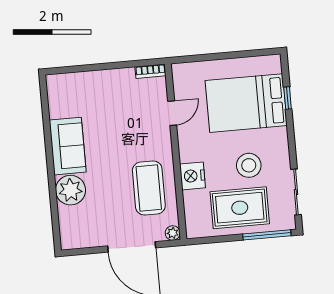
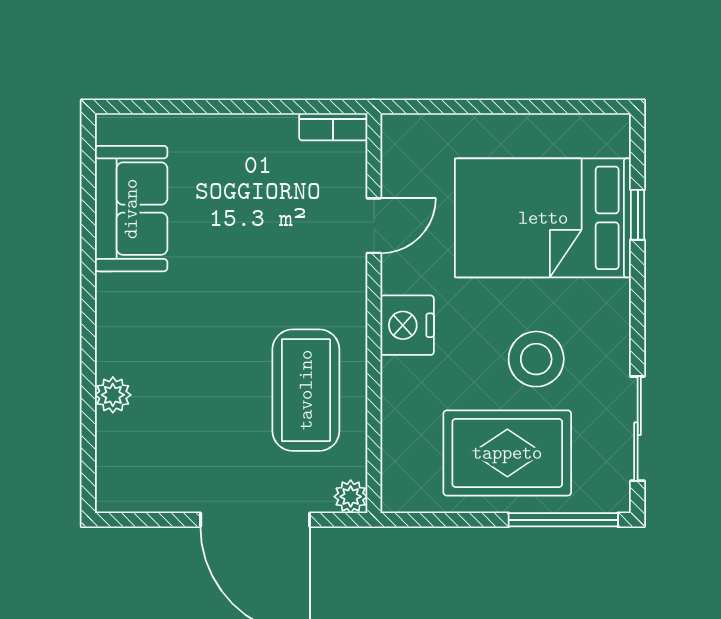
sofa: (68, 146) -> (131, 209), moved
nightstand: (193, 176) -> (407, 325), moved
plant: (71, 190) -> (113, 395), width x0.53, depth x0.53

